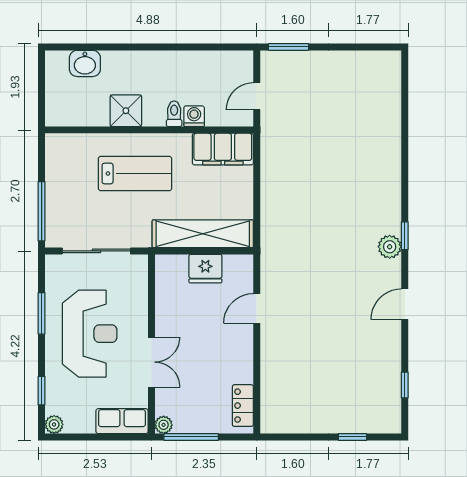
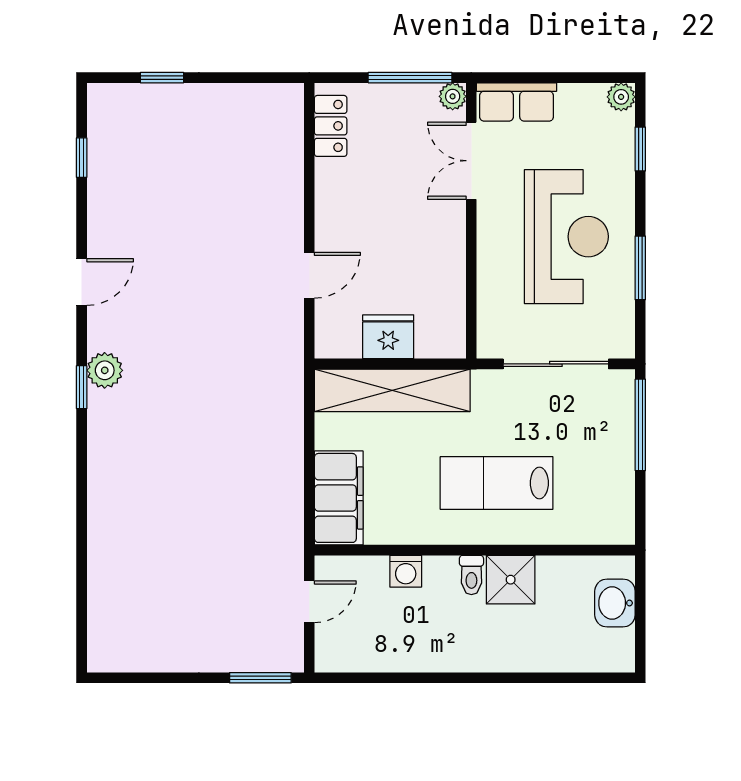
washbasin: (85, 63) -> (615, 603), moved, turned -90
toilet: (174, 114) -> (471, 575), moved
filing cabinet: (223, 149) -> (339, 498), moved, turned 90
reception desk: (90, 334) -> (566, 237), turned 180
double door: (151, 362) -> (471, 161), moved

